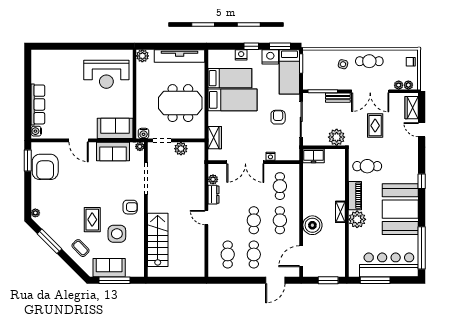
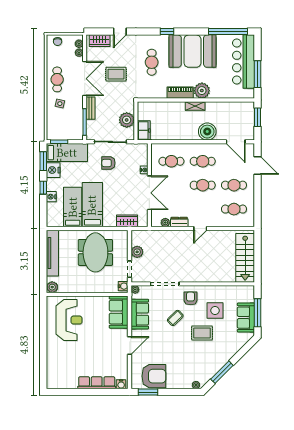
plant: (337, 137) -> (127, 120), moved
cafe table: (367, 166) -> (152, 62), moved
stairs: (158, 240) -> (245, 258), moved, turned -90
coffee table: (80, 248) -> (175, 318), moved

